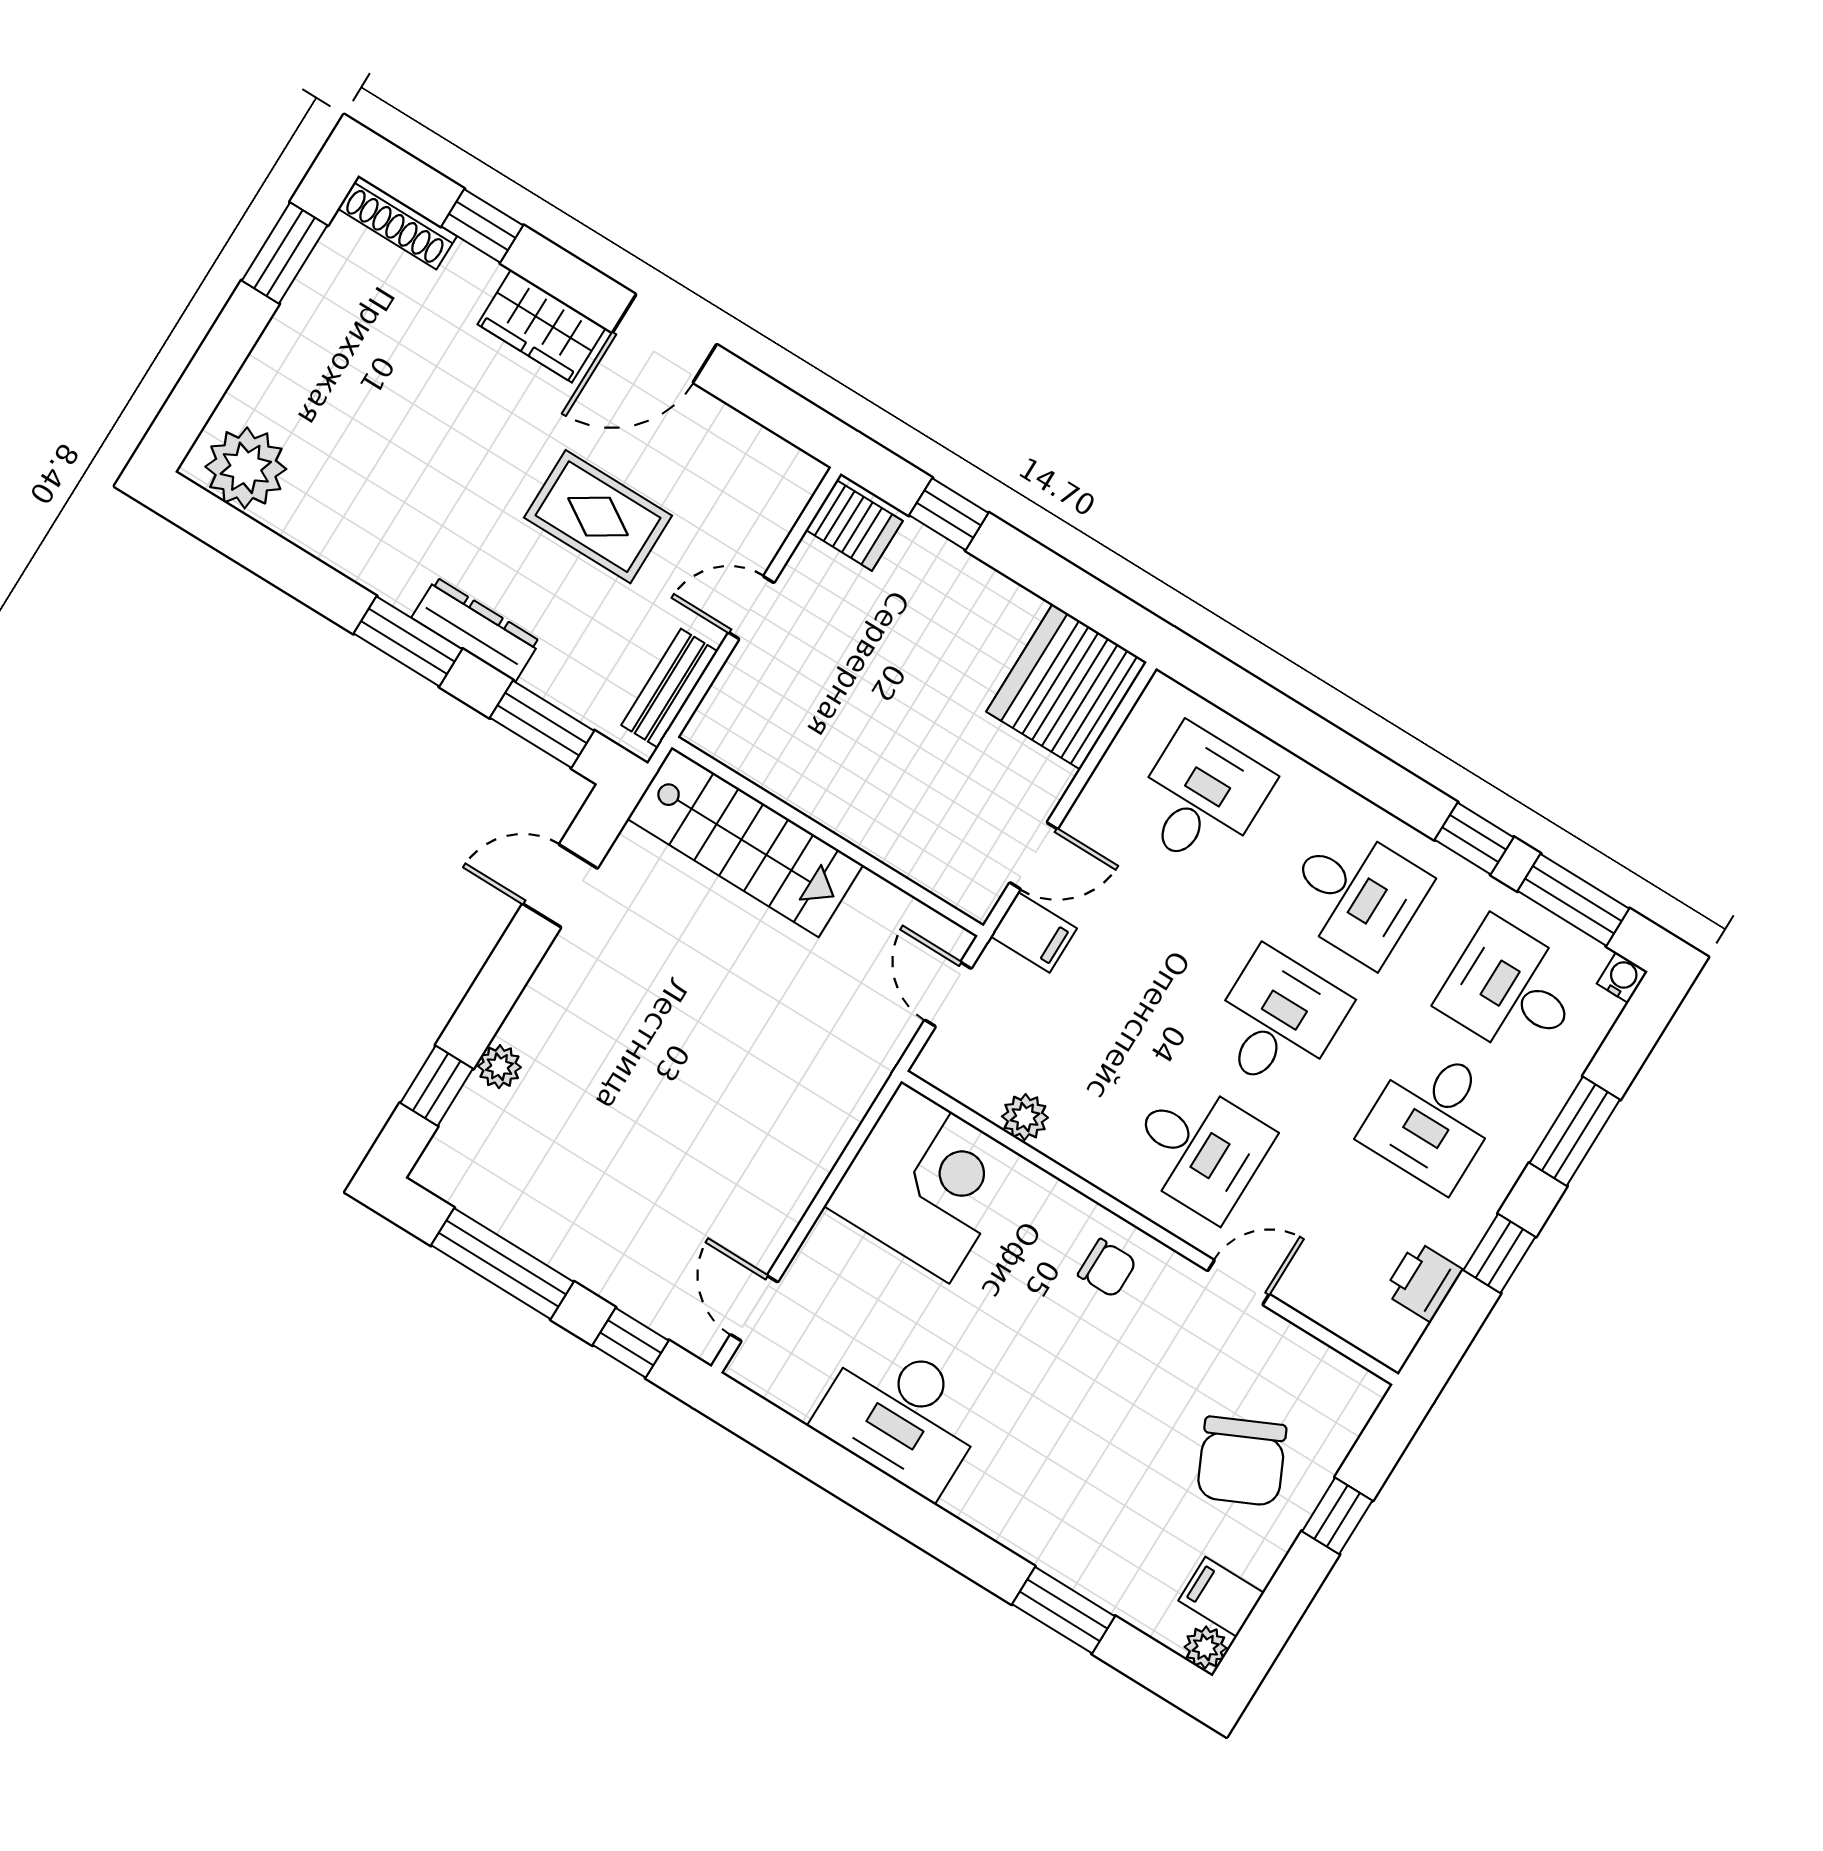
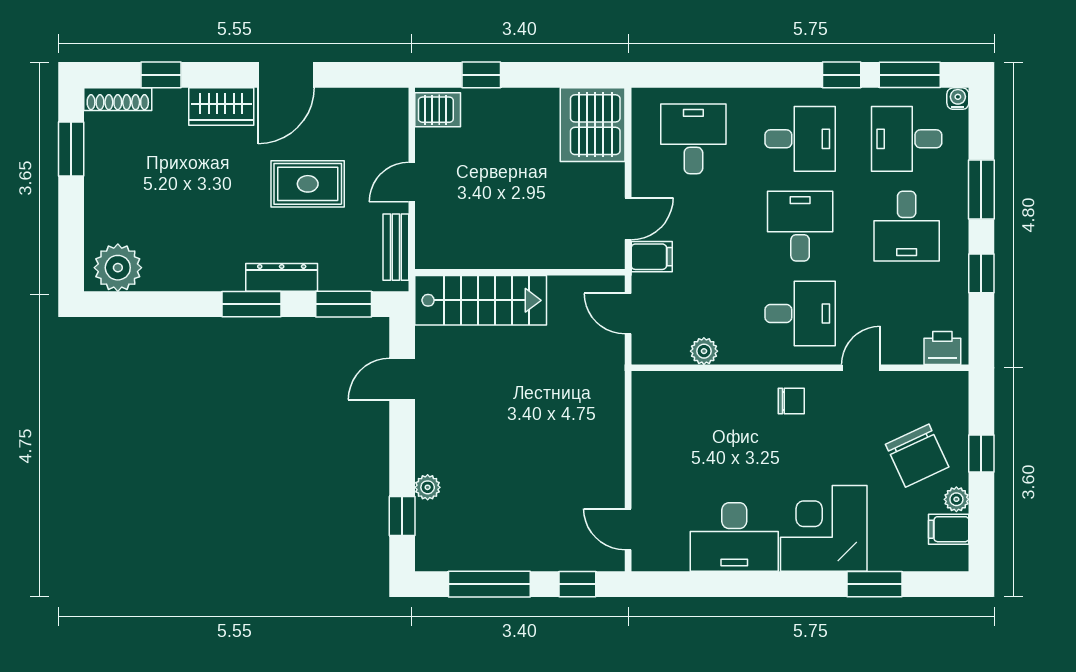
corner desk: (925, 1182) -> (824, 528), moved, turned -90
printer: (1423, 1281) -> (942, 348), moved, turned 90
plant: (1206, 1647) -> (956, 499), moved

